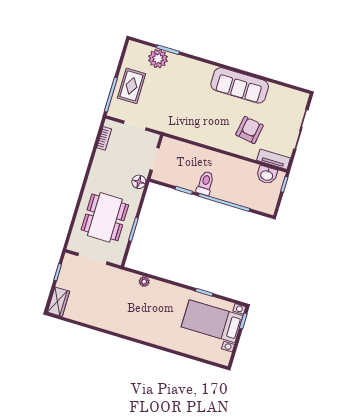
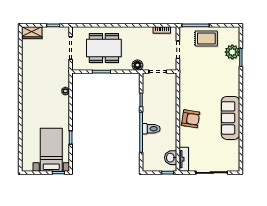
armchair: (250, 130) -> (191, 119), moved
toilet: (205, 183) -> (151, 129), moved

